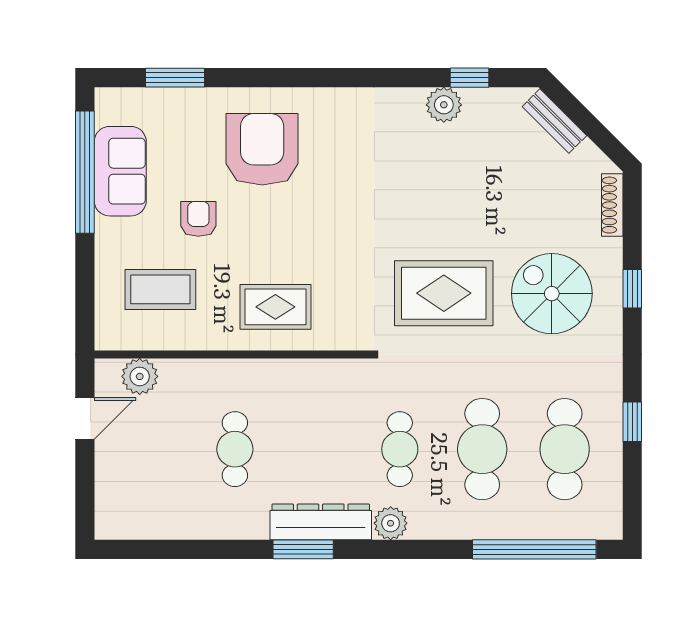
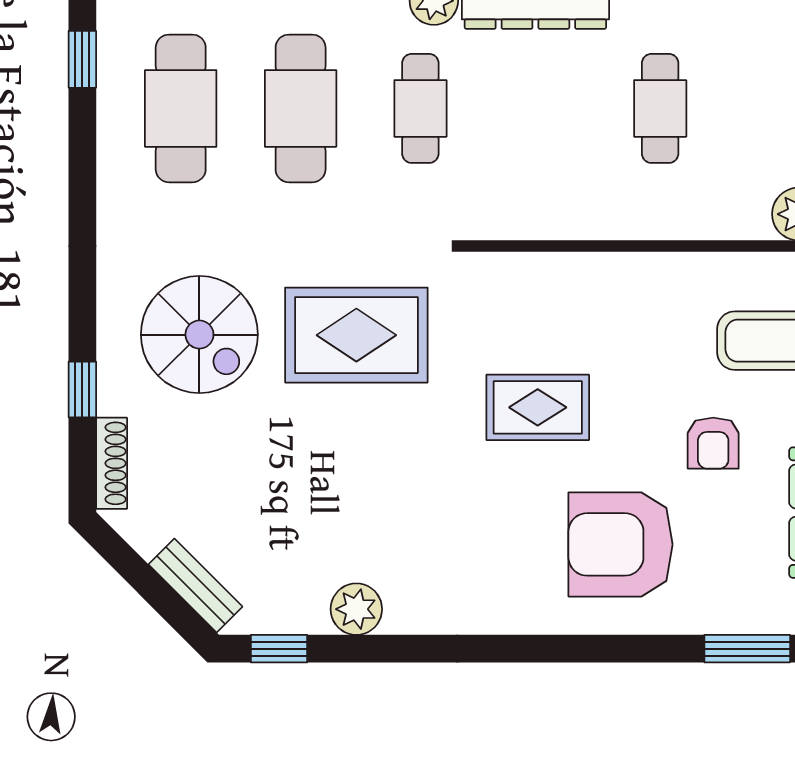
window: (470, 78) -> (279, 649), moved
armchair: (262, 149) -> (621, 544), turned 90
window: (632, 289) -> (82, 389), moved
rug: (275, 307) -> (538, 407), moved
window: (632, 422) -> (82, 59), moved

